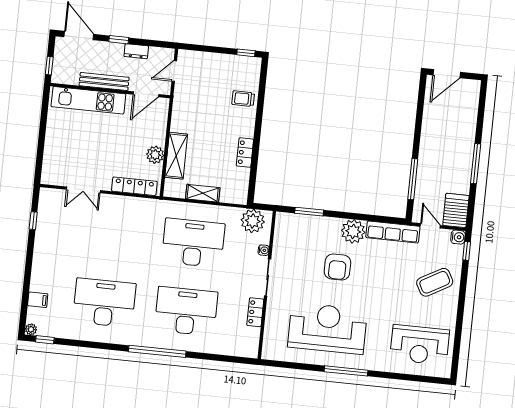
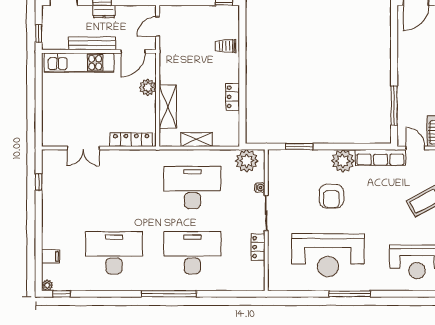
dresser: (136, 51) -> (104, 11), moved
plant: (155, 155) -> (148, 87), moved
reception desk: (327, 328) -> (328, 255), turned 180

